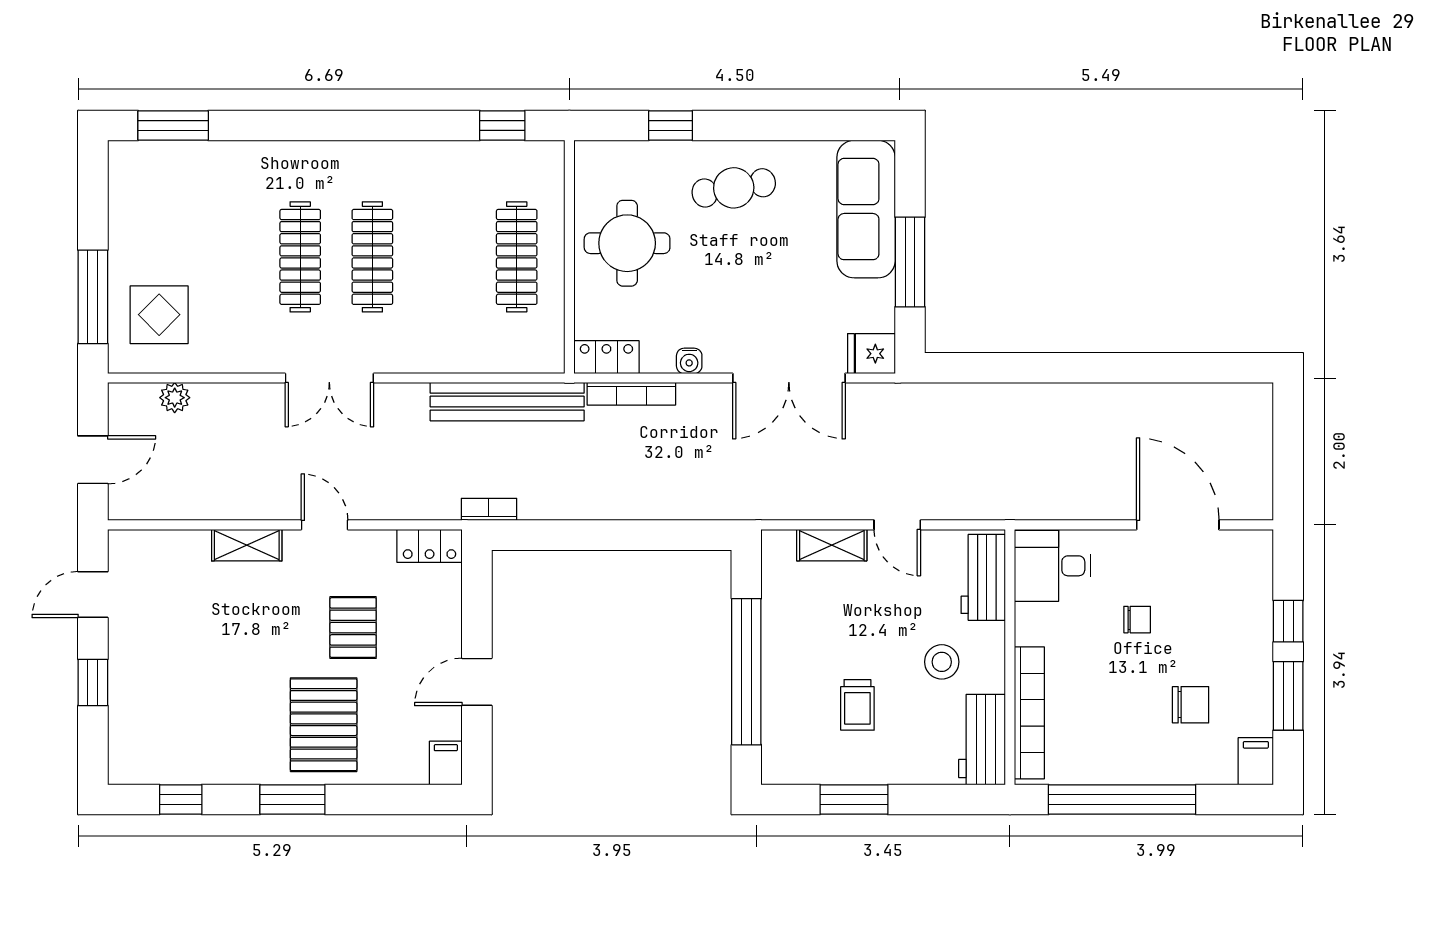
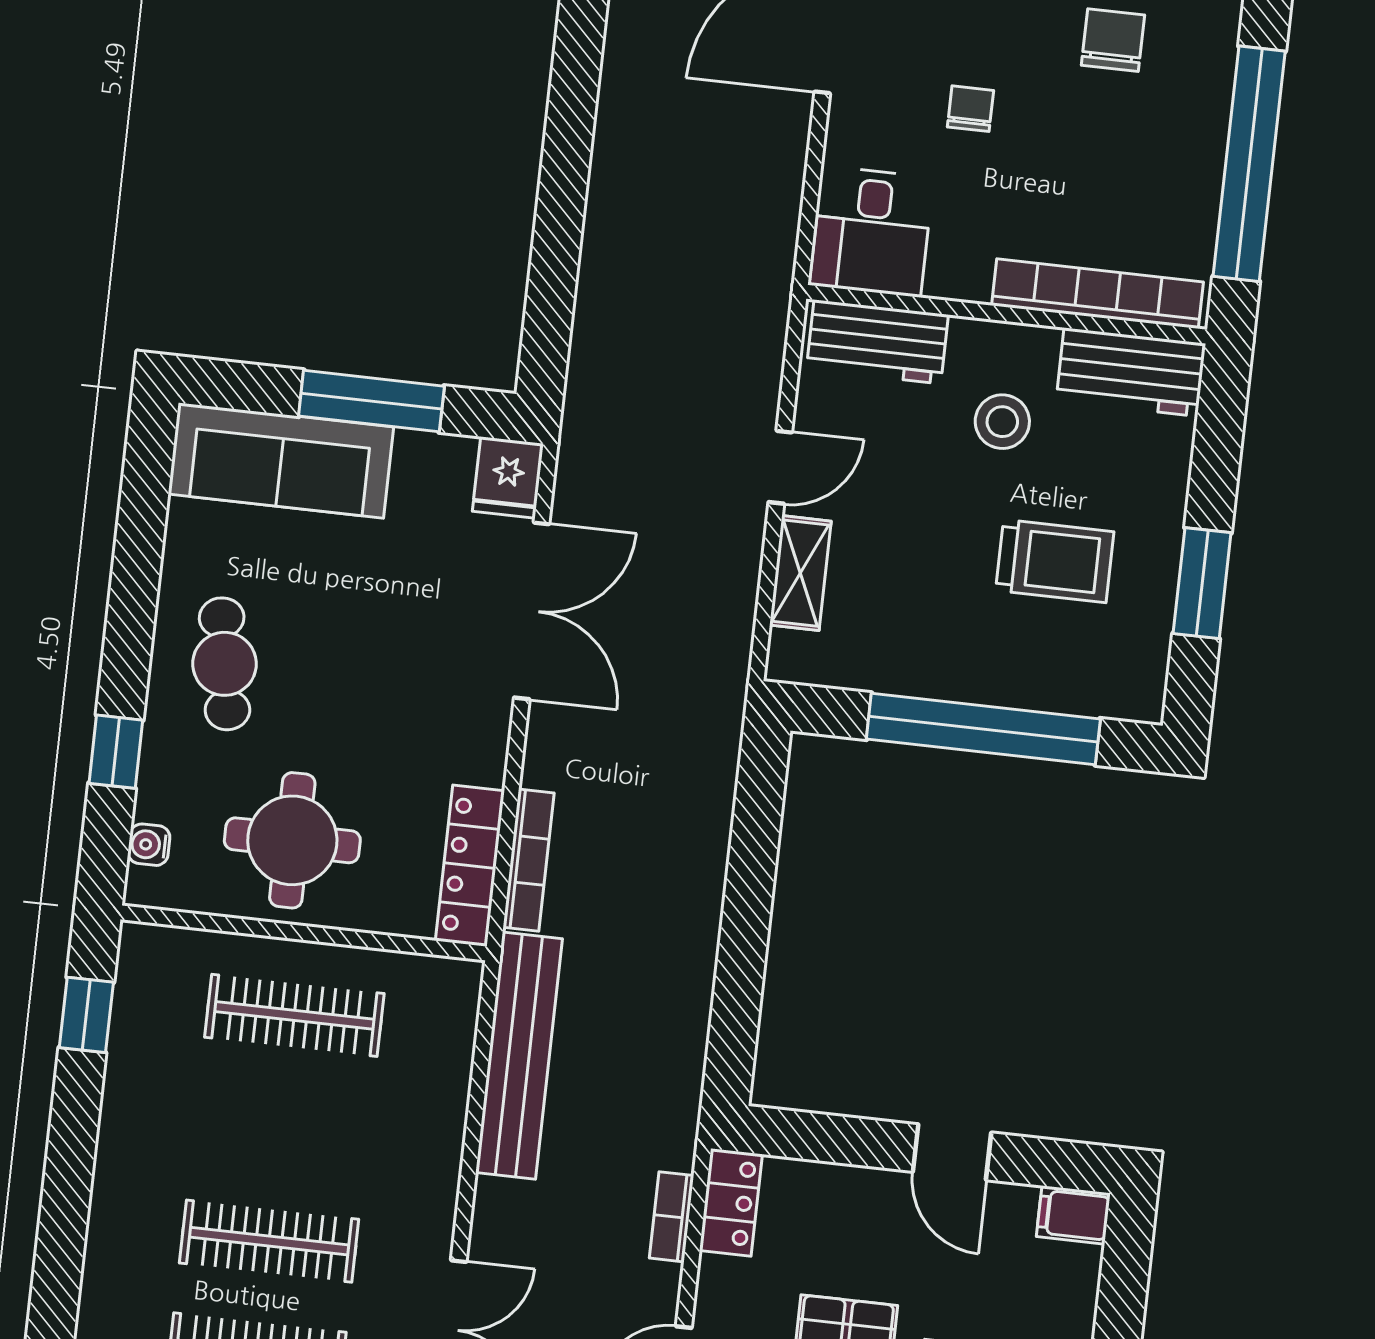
locker: (606, 357) -> (470, 866), width x1.53
water cooler: (689, 361) -> (149, 845), moved, turned 180
bookcase: (489, 509) -> (672, 1217), moved
trolley: (857, 705) -> (1055, 561), width x1.36, depth x1.39

